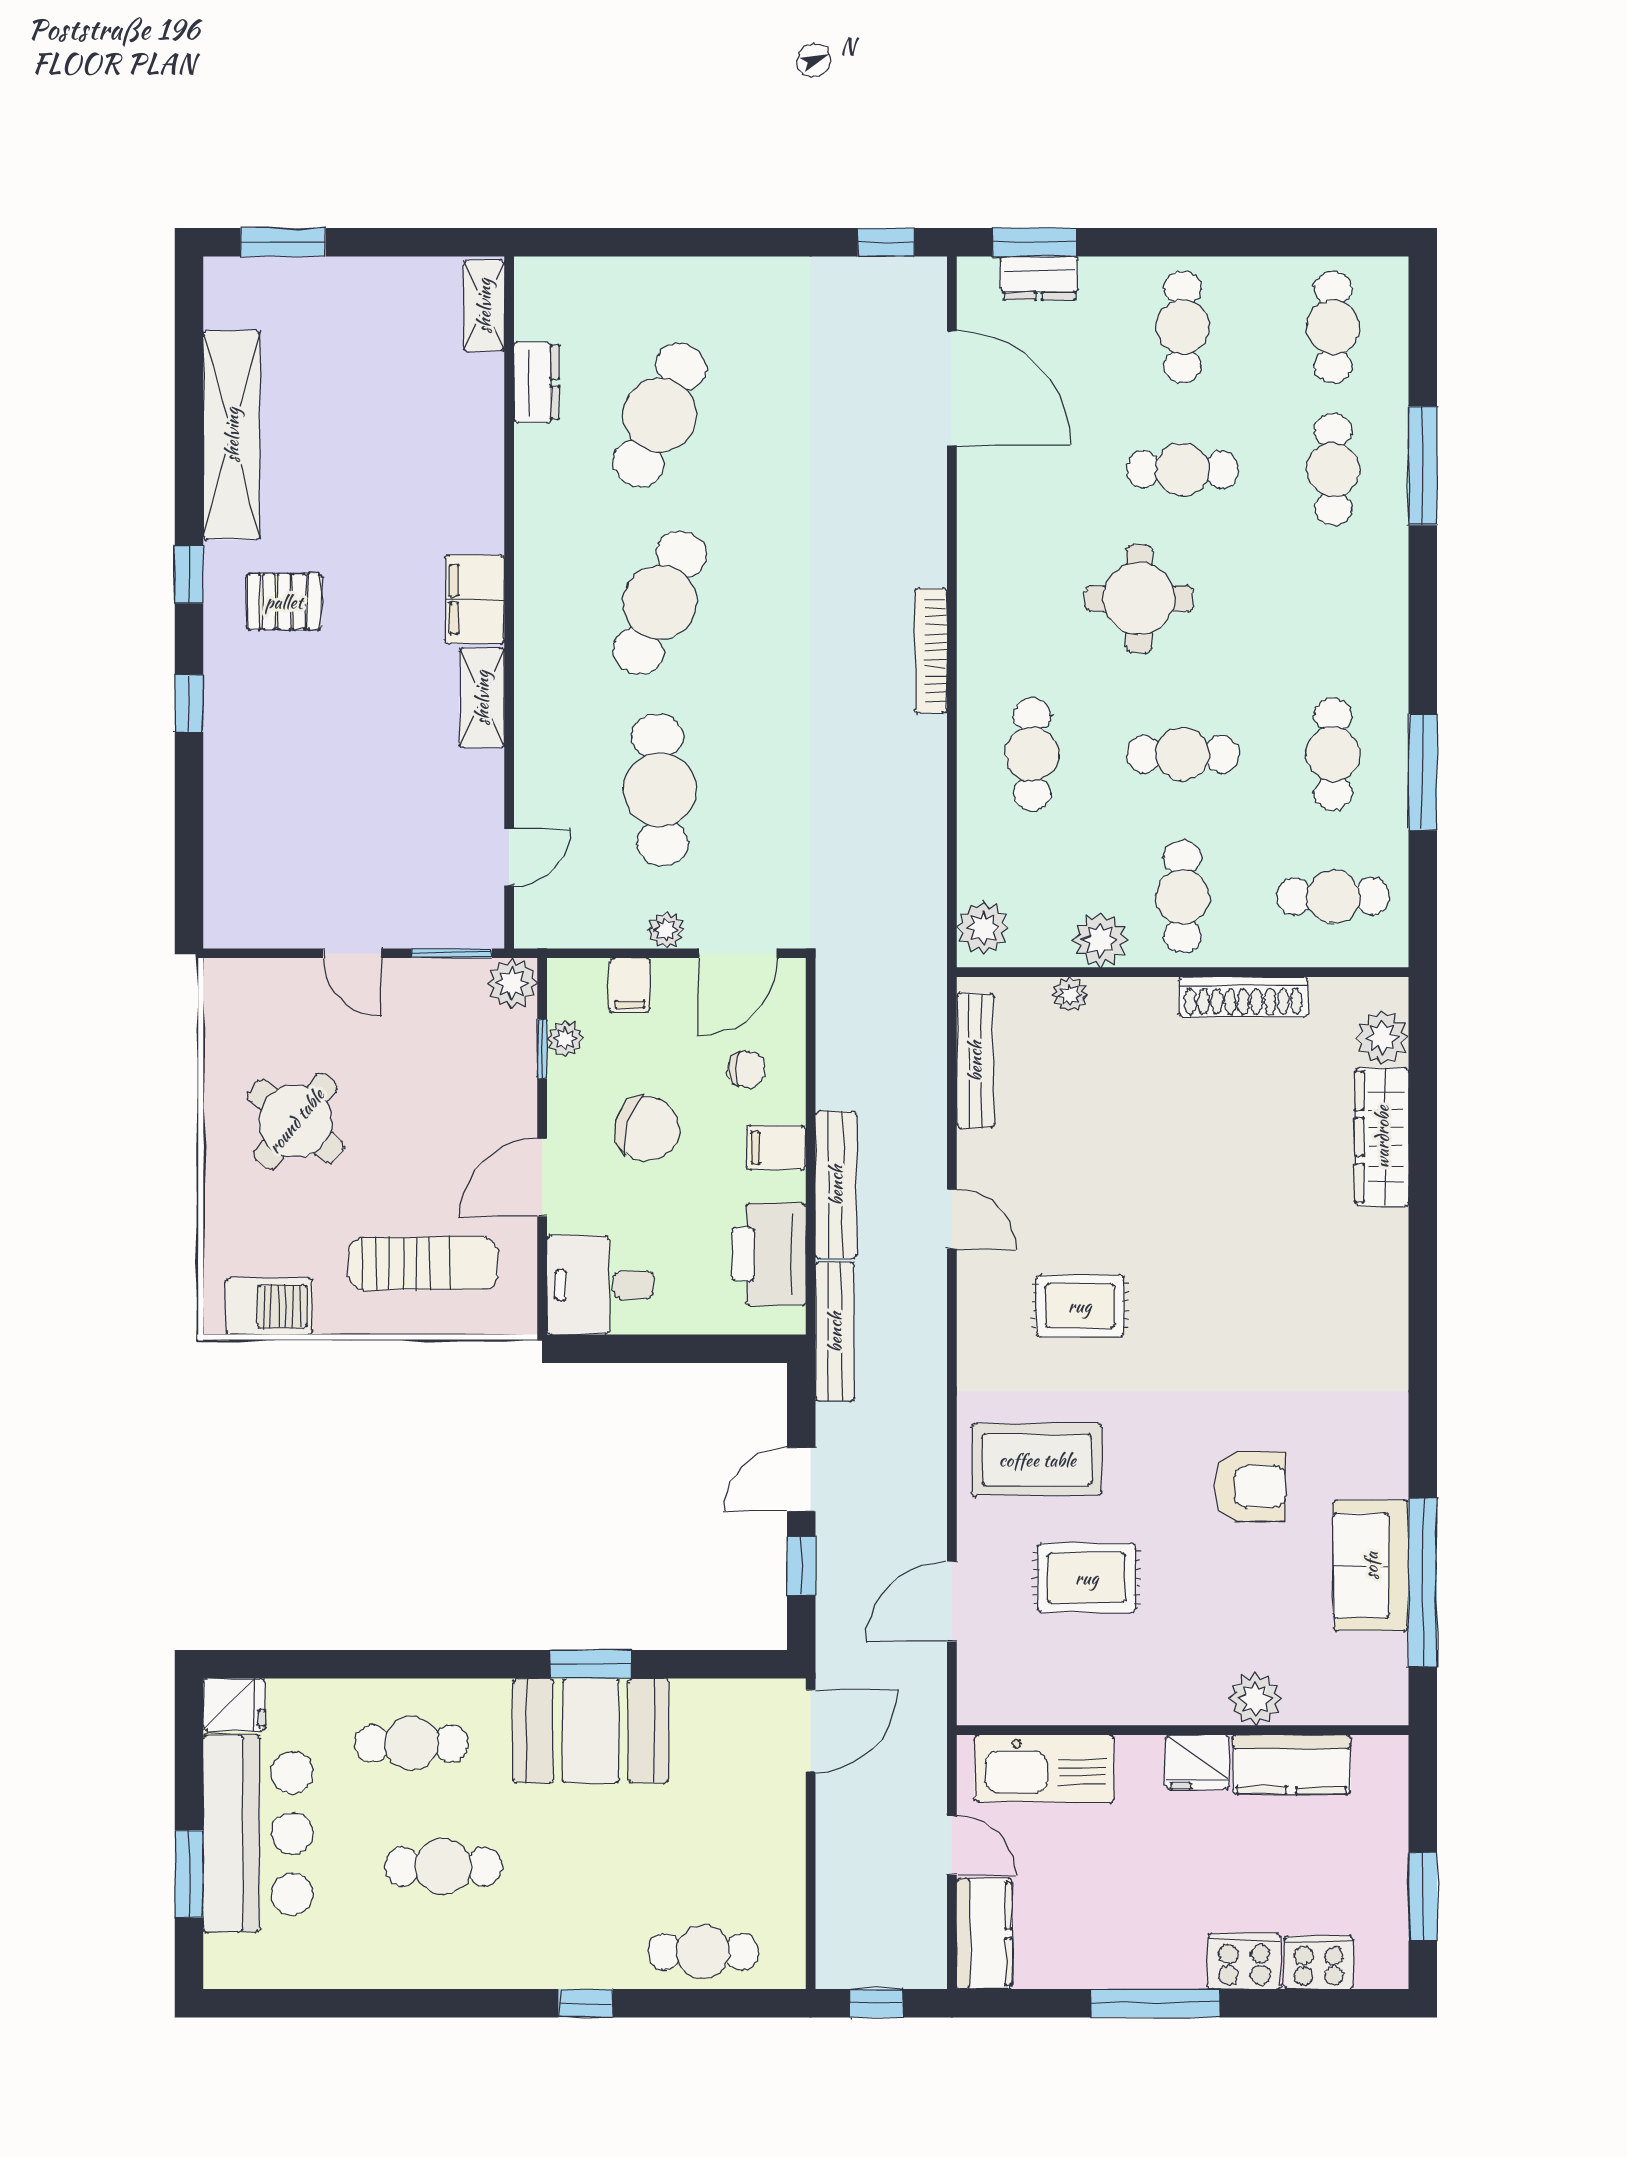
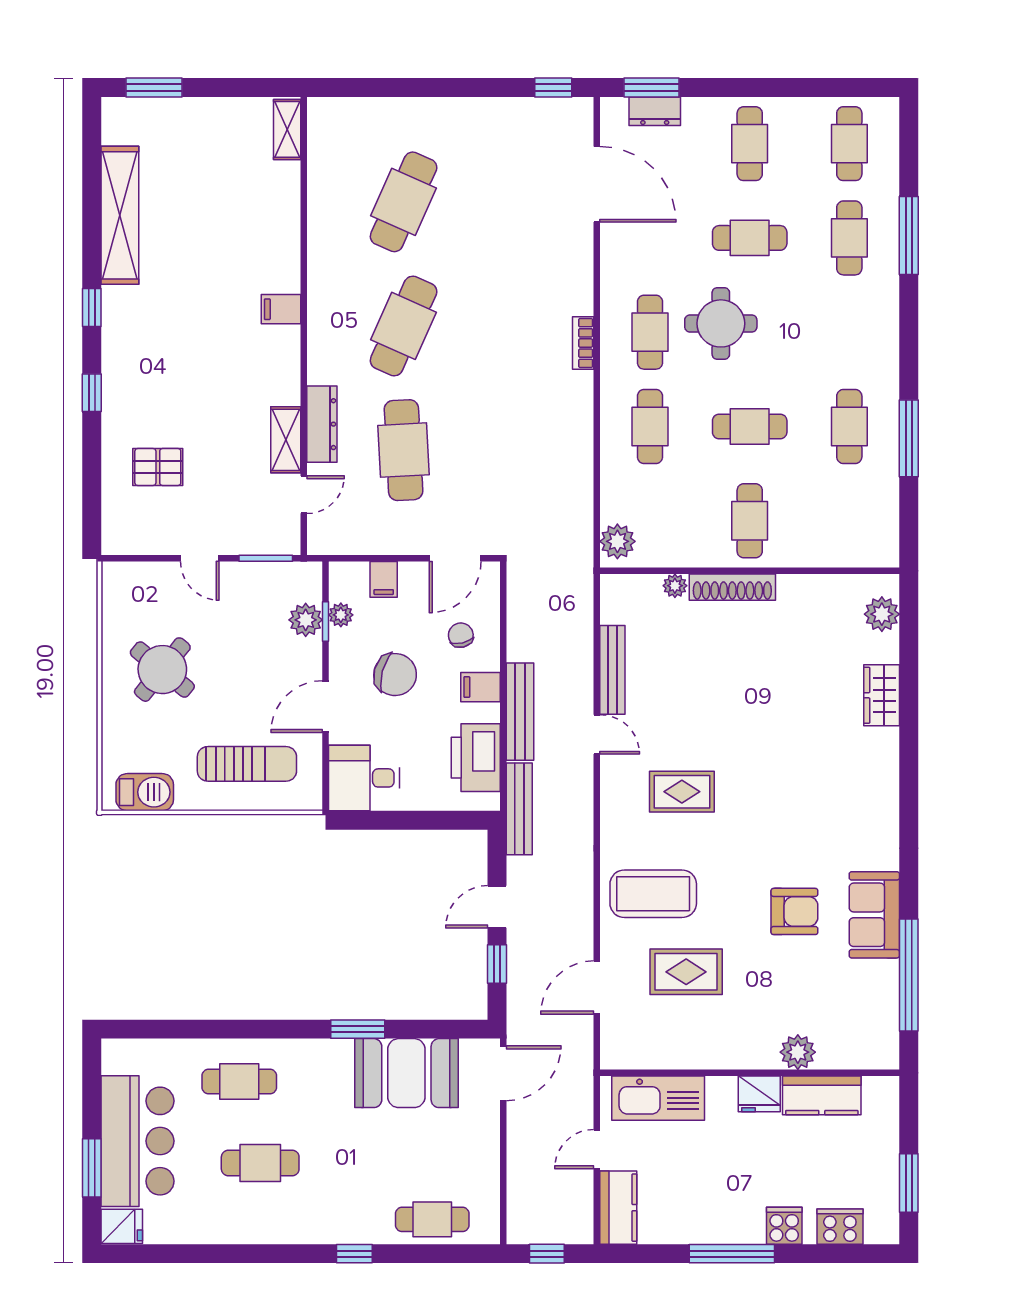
dresser: (536, 382) -> (322, 424), moved, width x1.44
filing cabinet: (475, 599) -> (281, 309), width x0.50
pallet: (284, 602) -> (158, 467), moved
bookcase: (931, 651) -> (583, 343), width x0.64
shelving: (482, 698) -> (286, 440), moved
cafe table: (1333, 897) -> (650, 332), moved, turned 90
plant: (666, 930) -> (408, 543), removed
plant: (1100, 940) -> (695, 549), removed
plant: (512, 983) -> (306, 620), moved
shoe rack: (1243, 997) -> (732, 587), moved
bench: (975, 1061) -> (612, 670), moved
chair: (746, 1069) -> (461, 635), turned -103
wardrobe: (1382, 1137) -> (882, 695), width x0.67
sofa: (1371, 1566) -> (874, 915), moved
fridge: (234, 1705) -> (122, 1226), moved
booth: (591, 1731) -> (406, 1073), moved
door: (952, 1846) -> (597, 1149), swing flipped
cooker: (1244, 1961) -> (784, 1226), width x0.73

